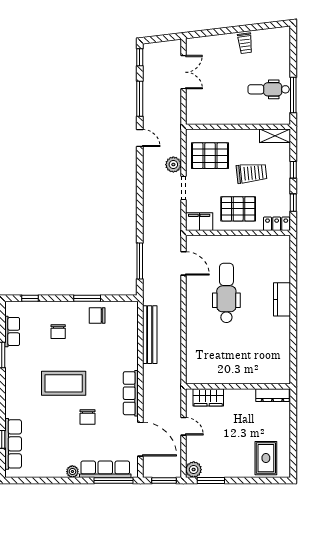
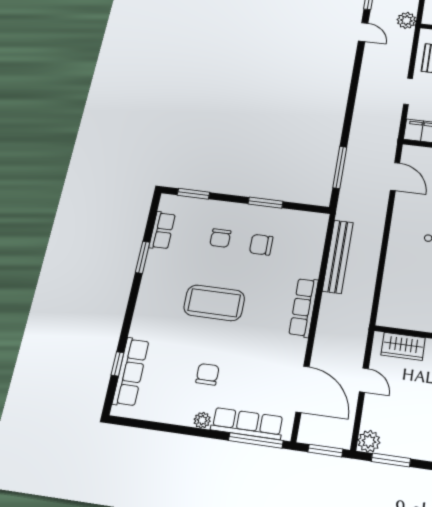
plant: (173, 165) -> (406, 20), moved
window: (30, 298) -> (193, 194), width x1.50
chair: (97, 315) -> (261, 245), moved
row of seats: (131, 393) -> (304, 307), moved
chair: (87, 417) -> (207, 374), moved, turned 180

